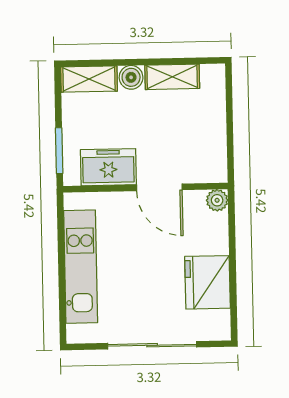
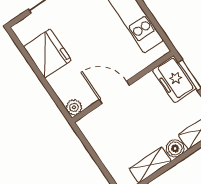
freezer: (108, 167) -> (174, 79), moved, turned 90

